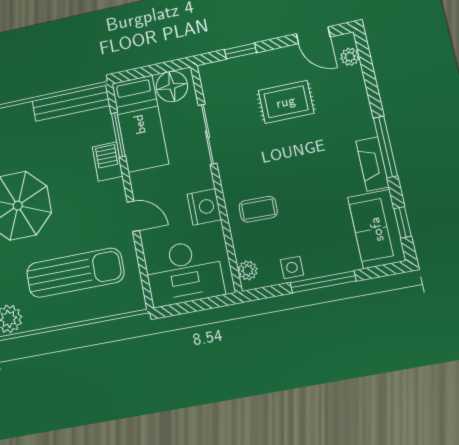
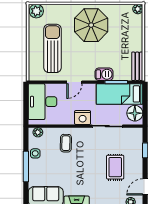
bench: (71, 103) -> (137, 66), width x0.73
nightstand: (204, 207) -> (83, 118), moved
sun lounger: (75, 273) -> (52, 48), turned 180

